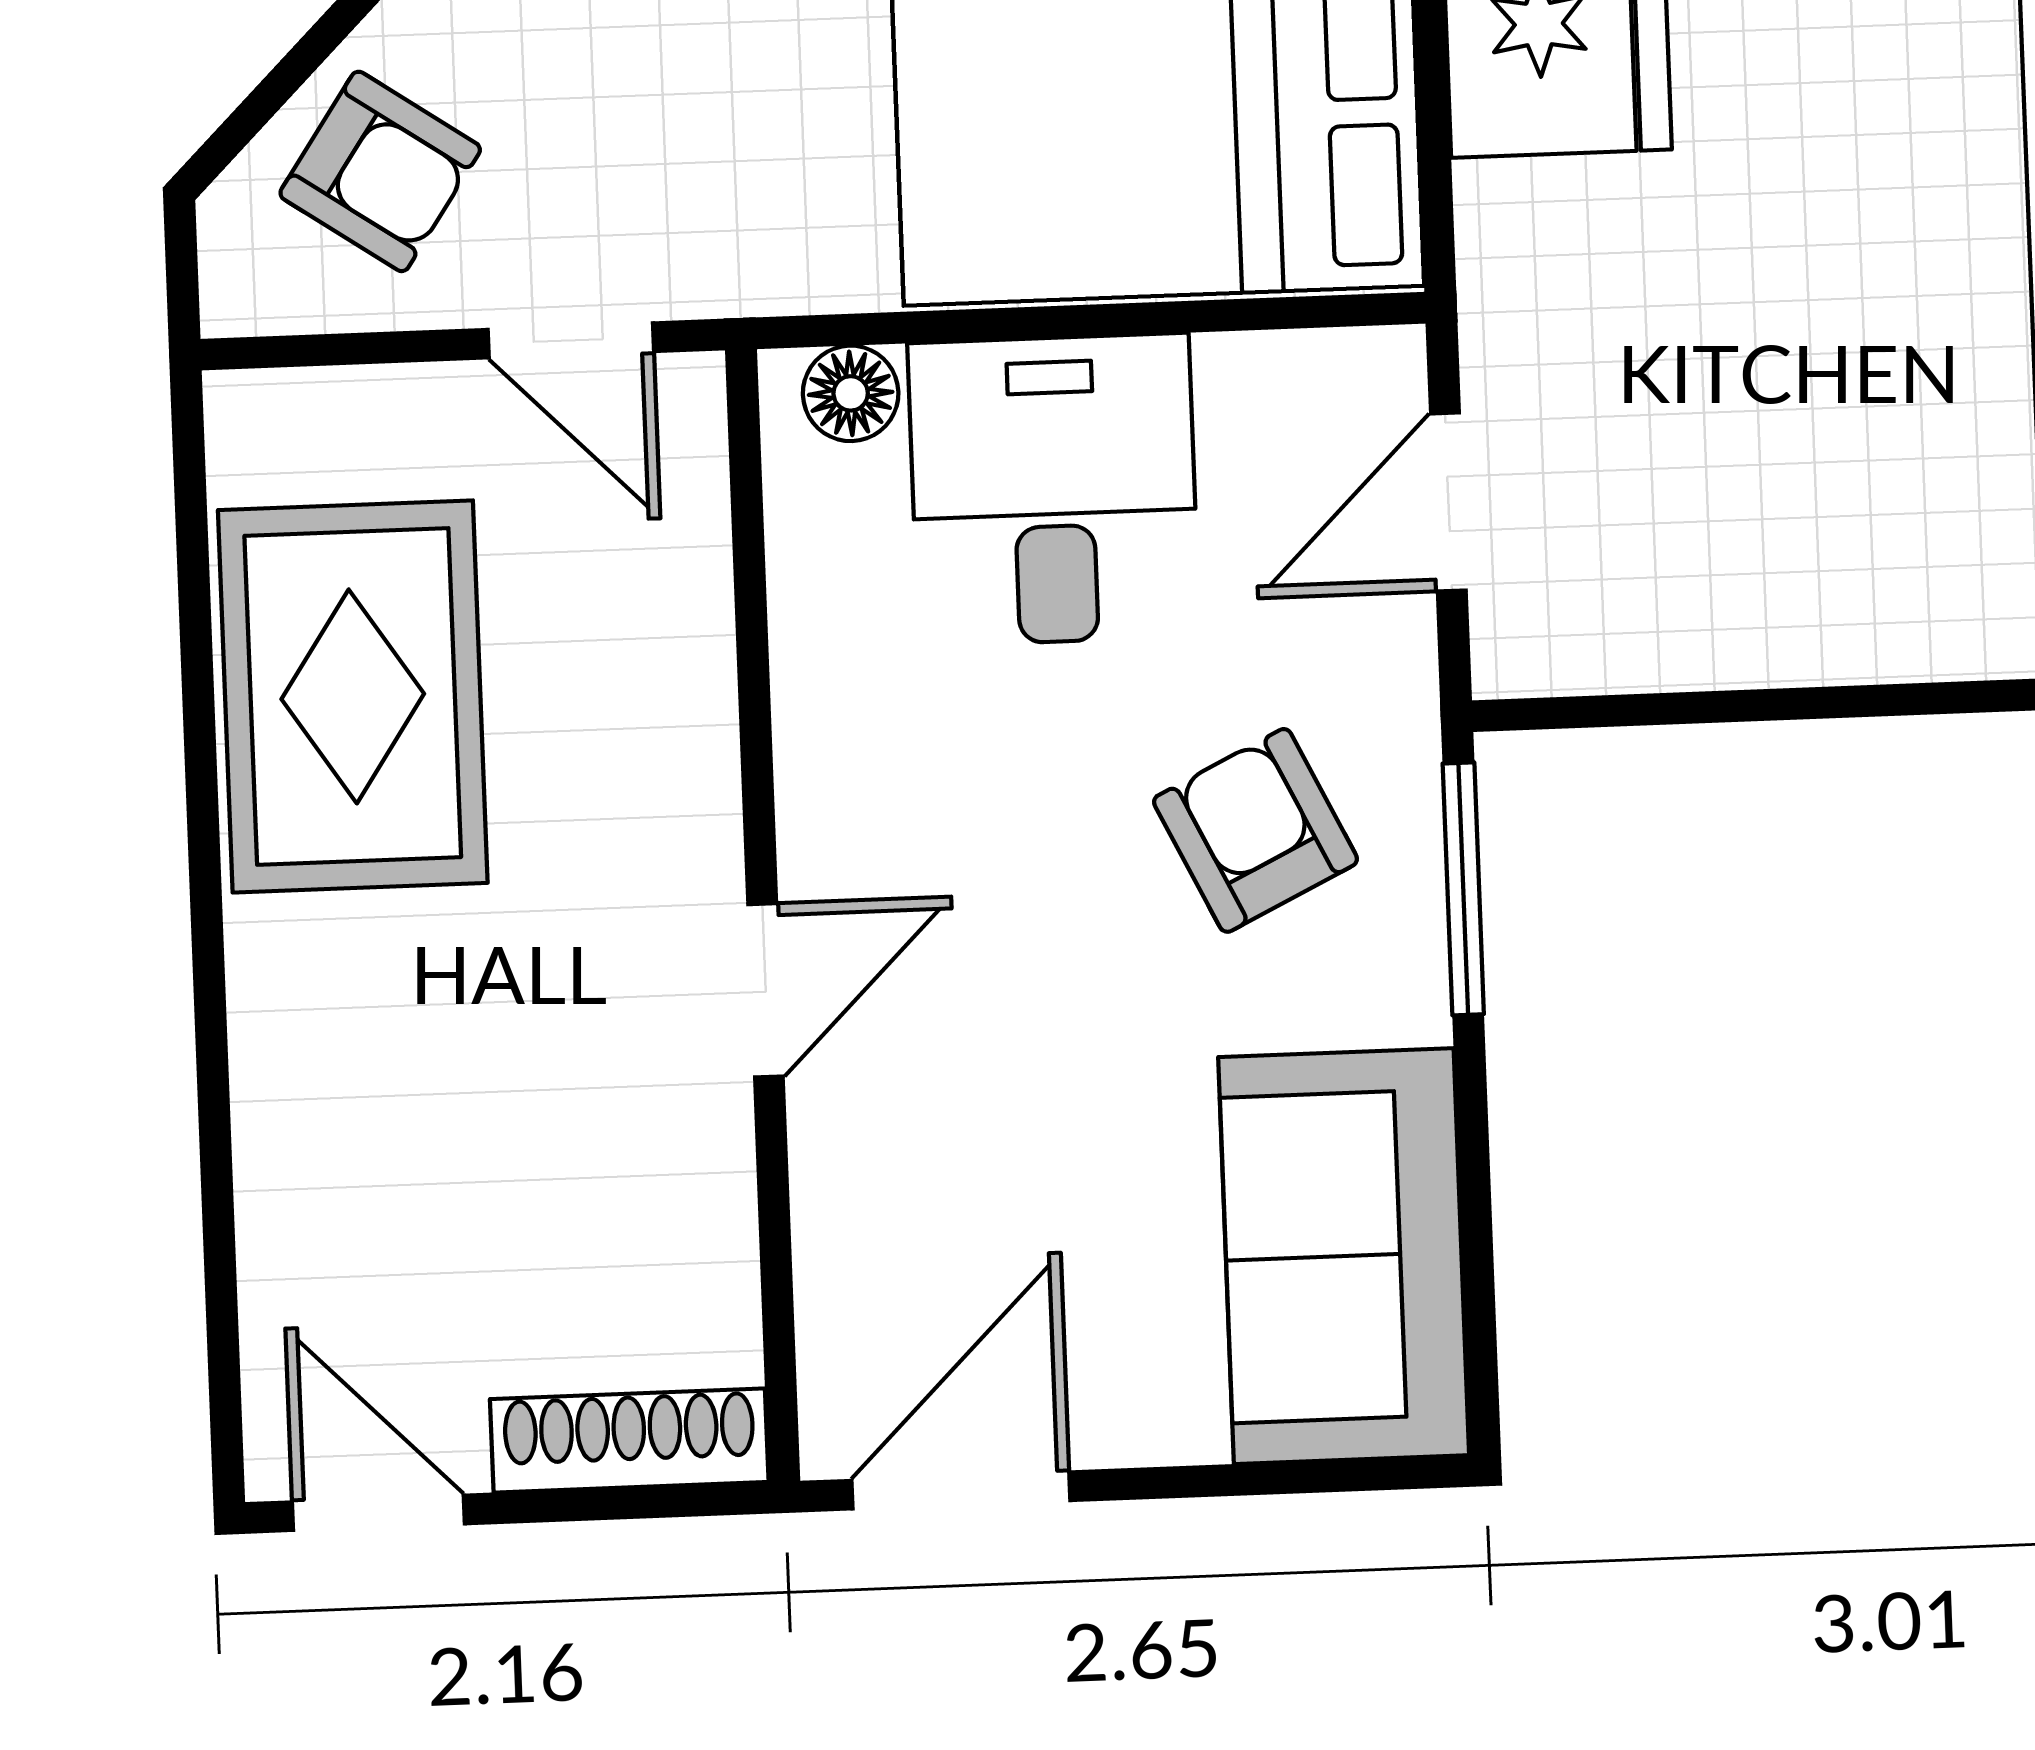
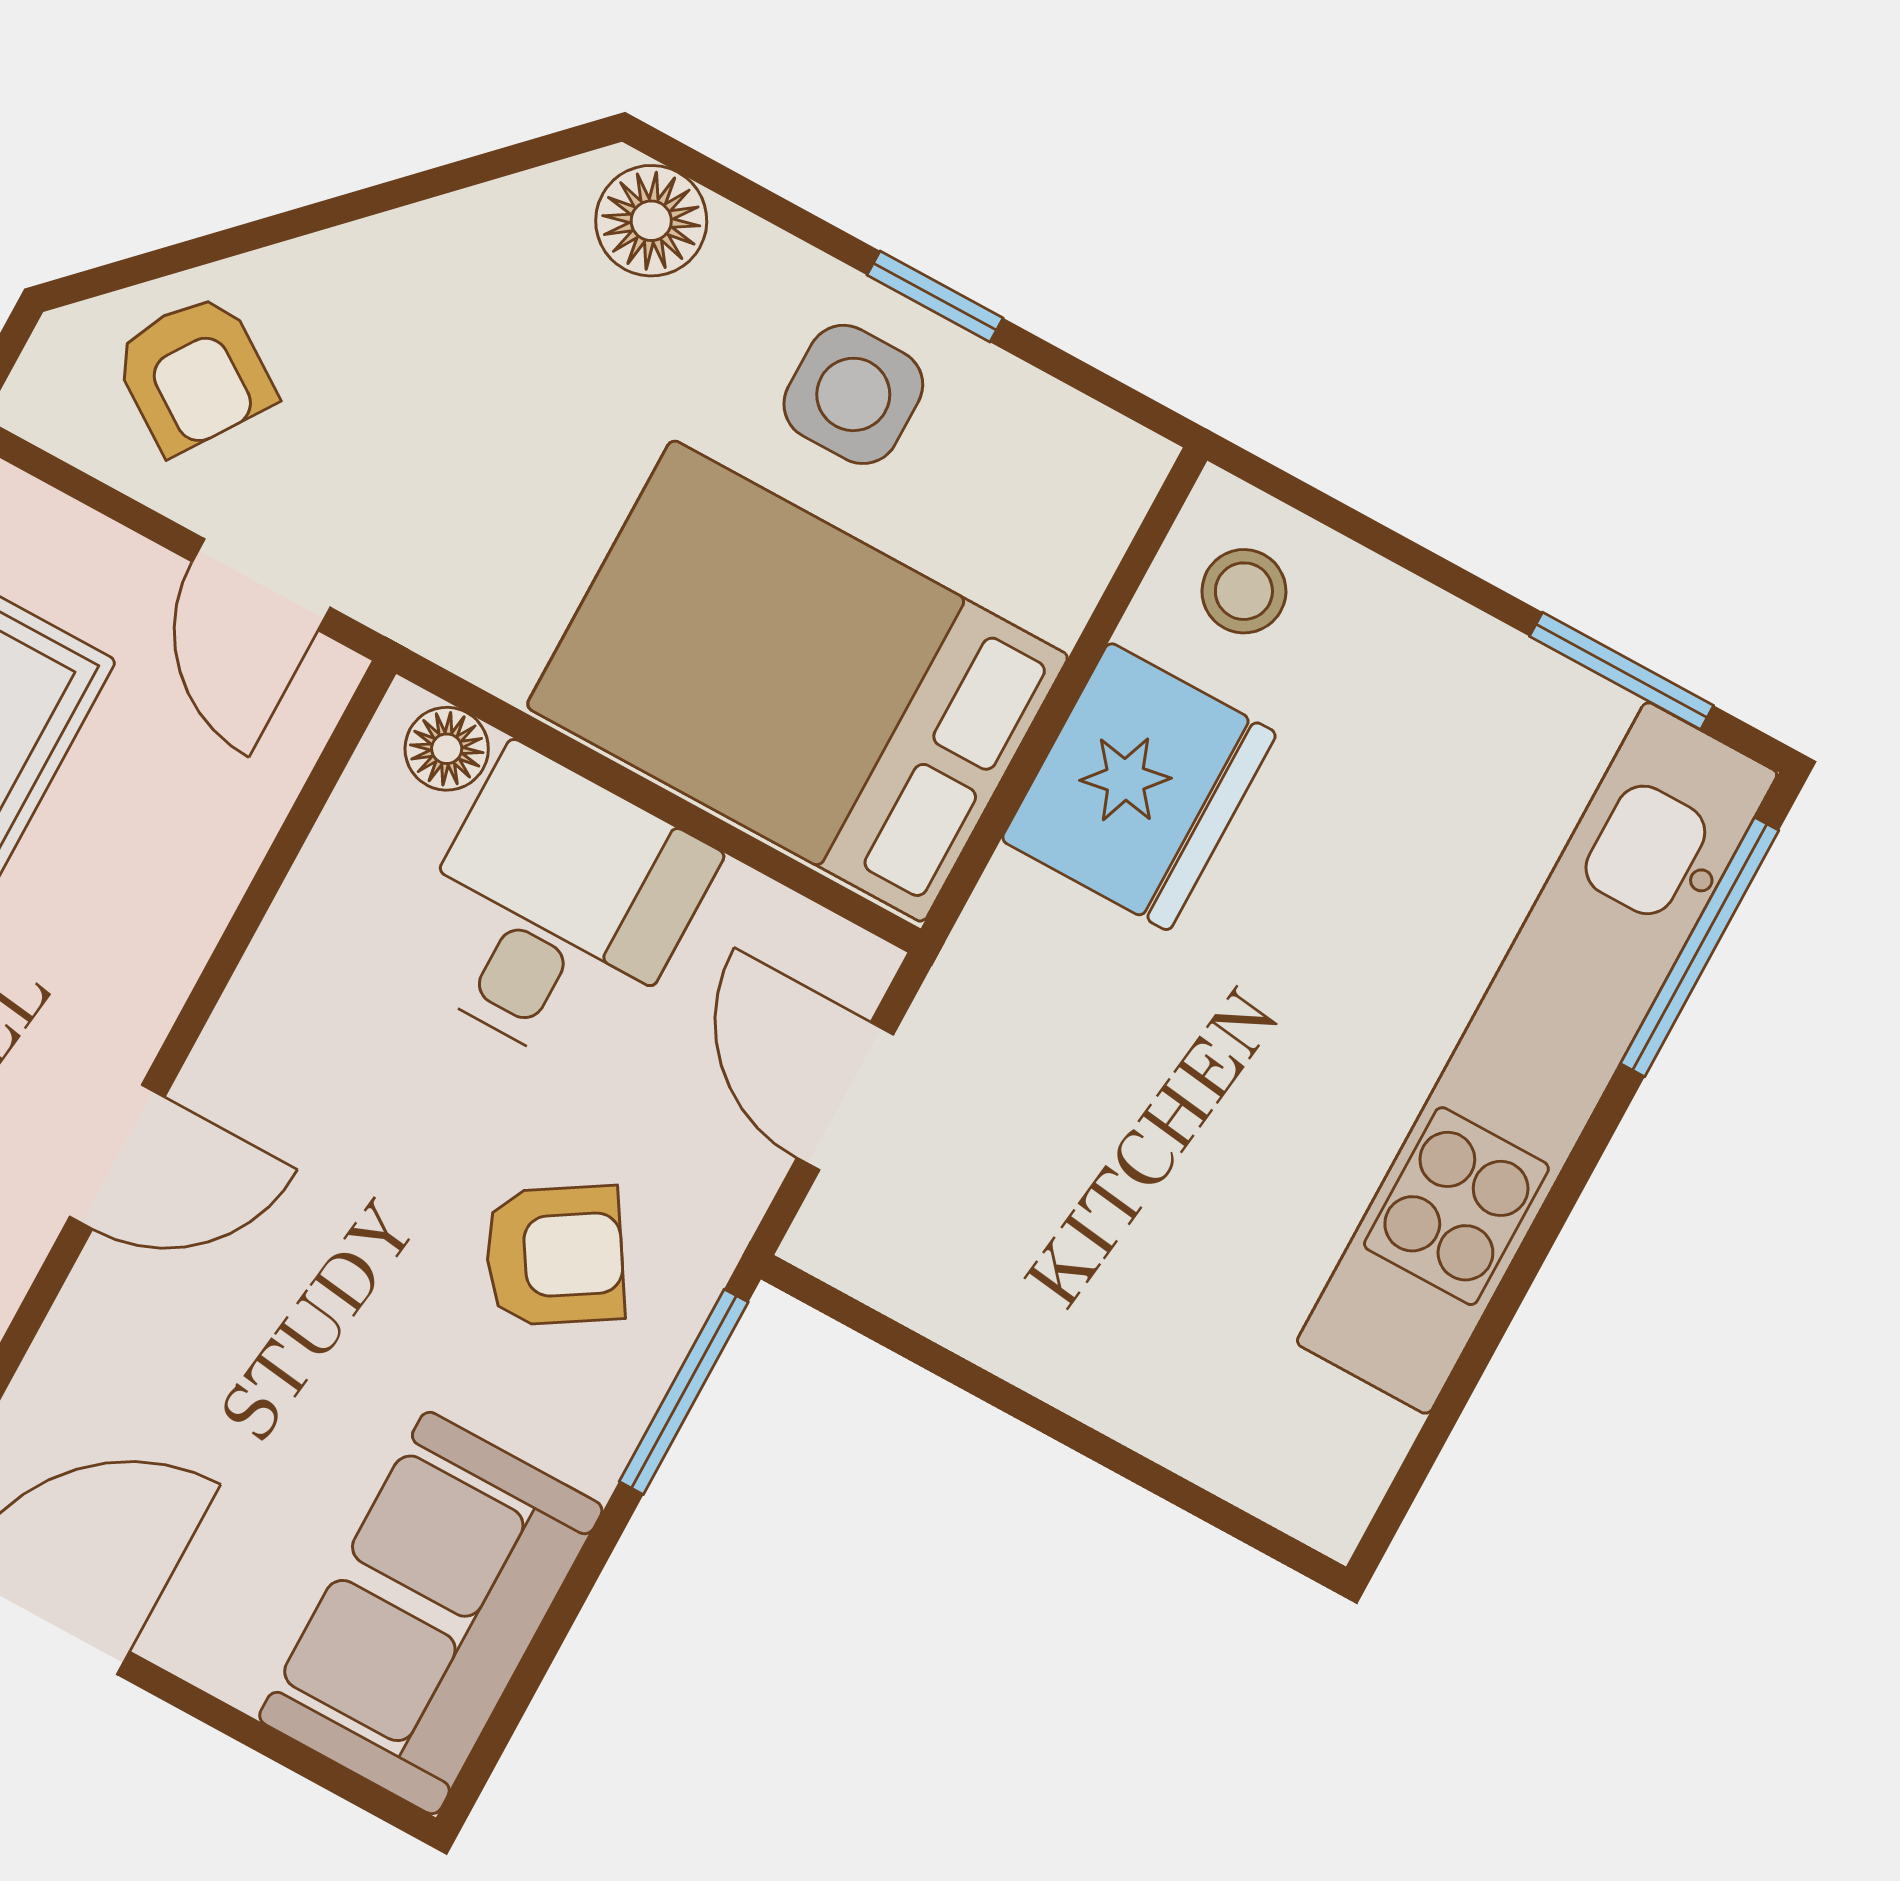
door: (1448, 502) -> (845, 1096), hinge flipped
armchair: (1256, 830) -> (555, 1256), turned 84

